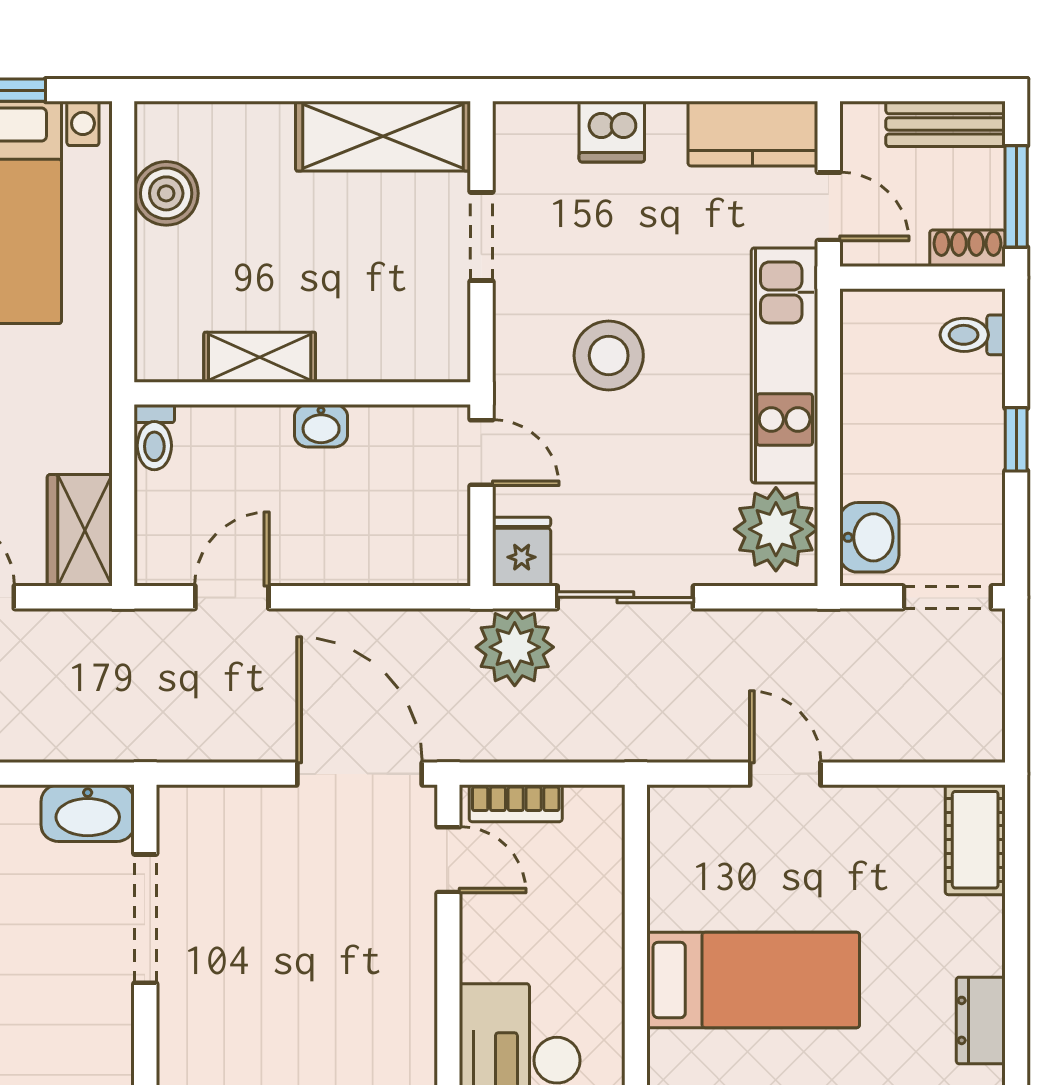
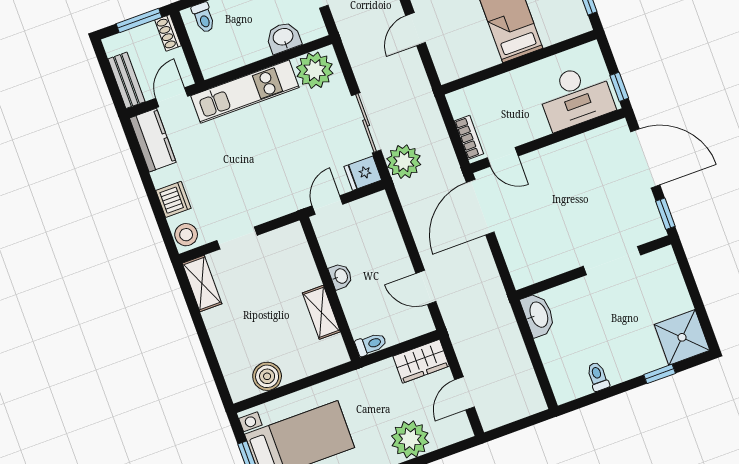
bench: (946, 124) -> (126, 80), moved
shelving: (383, 136) -> (202, 283), width x0.67, depth x0.75
stool: (609, 356) -> (186, 235), moved, width x0.73, depth x0.73
washbasin: (869, 537) -> (283, 37), moved
door: (448, 860) -> (503, 157), swing flipped
doorway: (145, 919) -> (612, 261), moved

